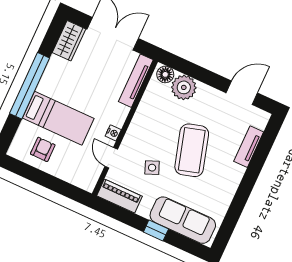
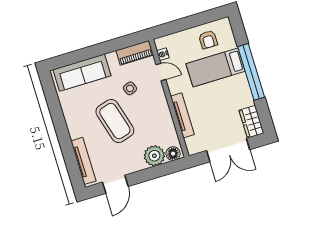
tv unit: (136, 81) -> (182, 115), moved
nightstand: (113, 133) -> (163, 54), moved
tv unit: (249, 147) -> (83, 161), width x1.41
window: (156, 230) -> (93, 51), removed

